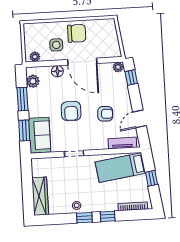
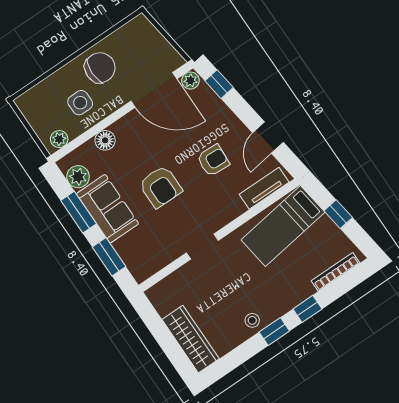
door: (82, 62) -> (154, 90), moved
sofa: (40, 135) -> (107, 209), moved

